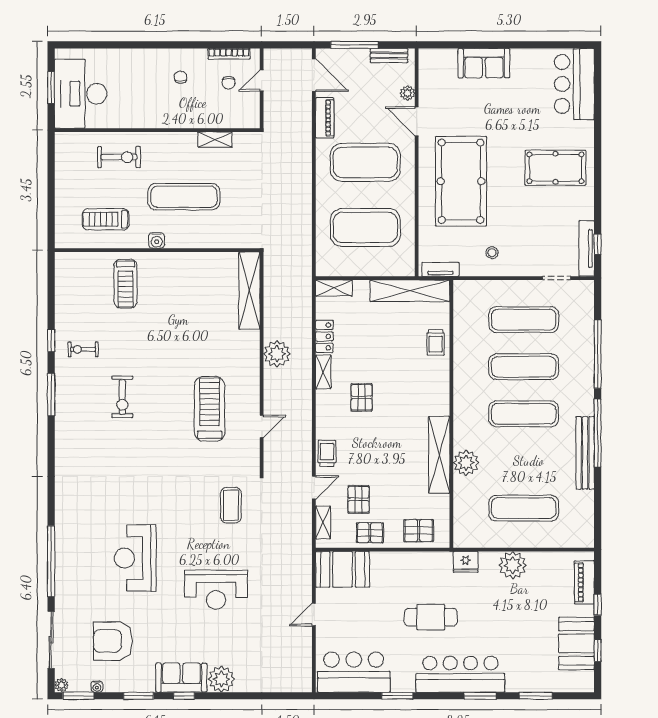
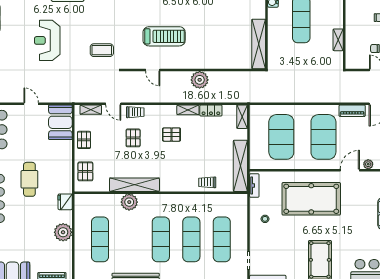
shelving: (249, 291) -> (259, 44), moved, turned 90
pallet: (359, 499) -> (133, 138), moved, turned 90

